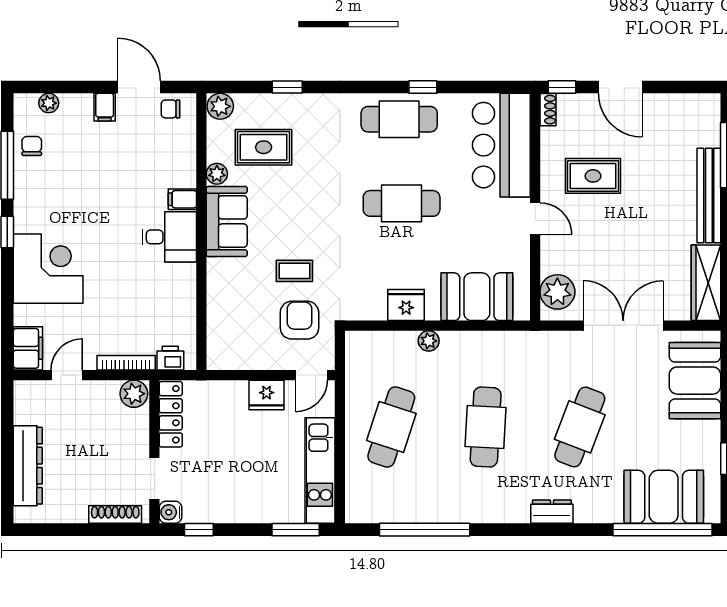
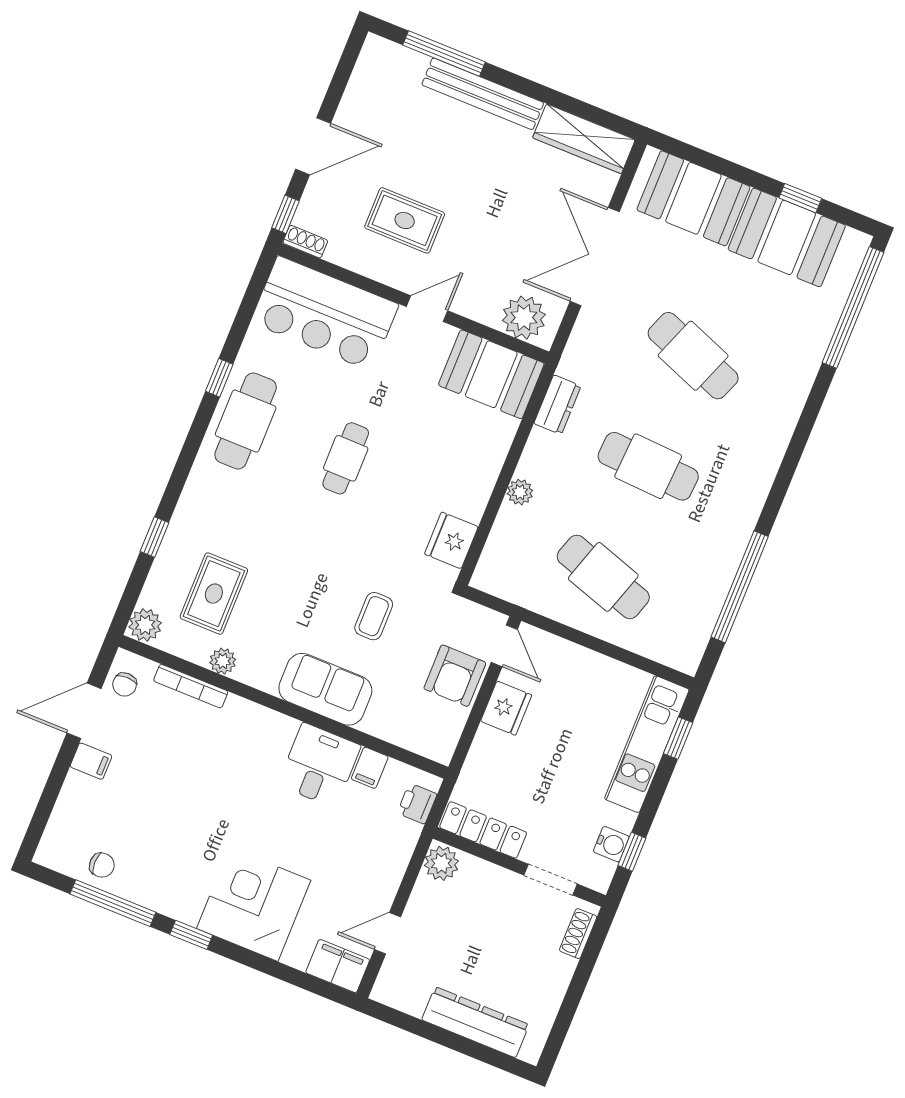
plant: (49, 103) -> (60, 825), removed
chair: (32, 146) -> (102, 865), turned 180
rug: (593, 176) -> (405, 220), turned 90
filing cabinet: (182, 199) -> (370, 768), moved
cafe table: (402, 203) -> (346, 458), width x0.73, depth x0.74
sofa: (227, 221) -> (325, 689), moved
desk: (169, 237) -> (319, 765), moved
booth: (477, 297) -> (491, 374), moved, turned 90
fridge: (406, 305) -> (451, 540), moved
armchair: (299, 320) -> (455, 676), moved, turned -90
bookcase: (126, 363) -> (191, 686), moved, turned -90
door: (67, 375) -> (388, 933), hinge flipped
kitchen unit: (320, 471) -> (647, 744), moved, turned 90
booth: (664, 497) -> (787, 237), moved, turned 90
water cooler: (170, 512) -> (611, 844), moved, turned -90
dresser: (552, 512) -> (557, 405), moved, turned 180
shoe rack: (115, 514) -> (578, 934), width x0.70
window: (296, 530) -> (678, 738), width x0.67

